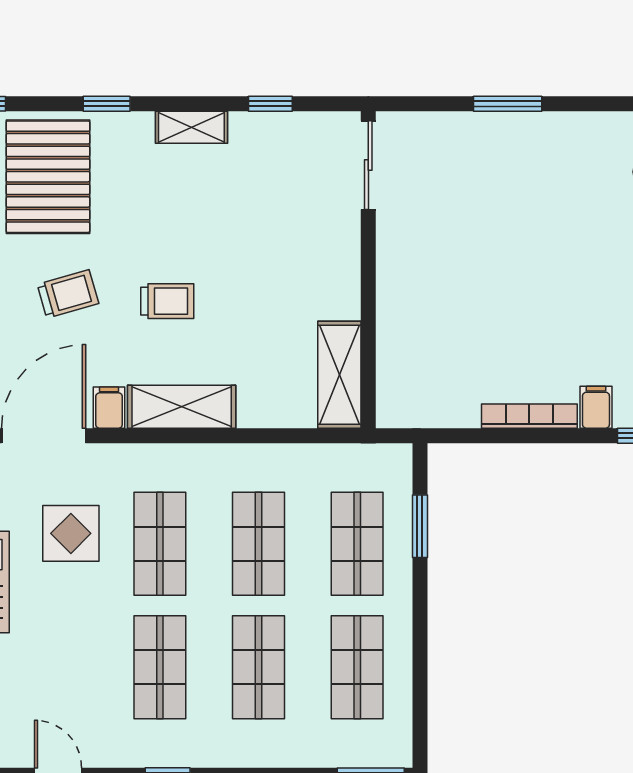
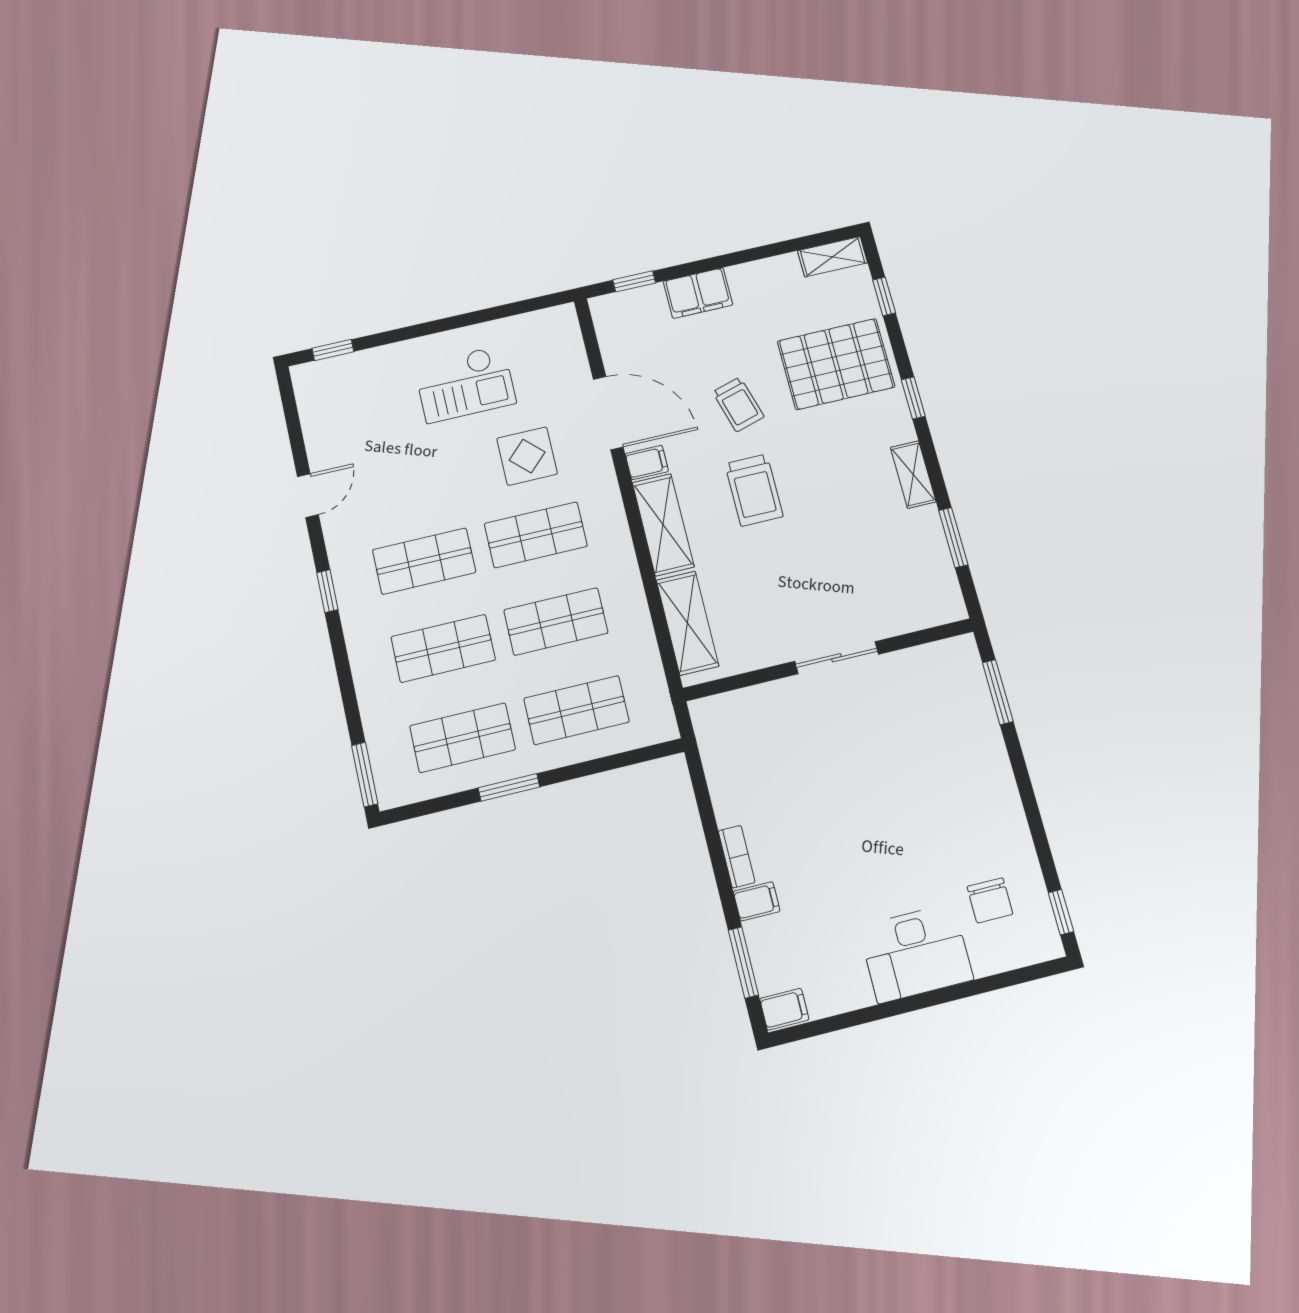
window: (270, 104) -> (953, 538), width x1.50
window: (508, 104) -> (998, 692), moved
sliding door: (368, 165) -> (837, 658), moved
trolley: (167, 301) -> (754, 490), width x1.36, depth x1.39
shelving: (339, 375) -> (688, 623), moved, turned 90
bookcase: (529, 416) -> (737, 857), width x0.64
window: (420, 526) -> (509, 787), moved

